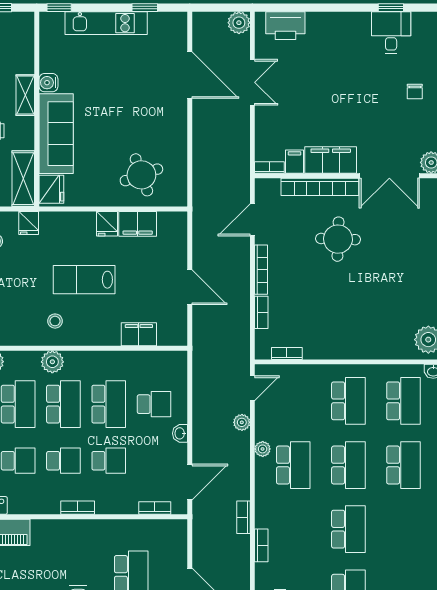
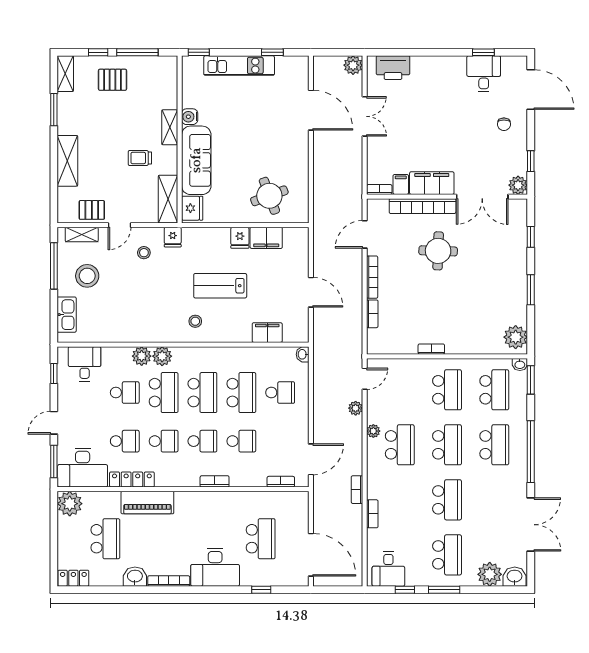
bookcase: (287, 353) -> (431, 349), moved
plant: (52, 362) -> (162, 356), moved
washbasin: (180, 433) -> (303, 354), moved

